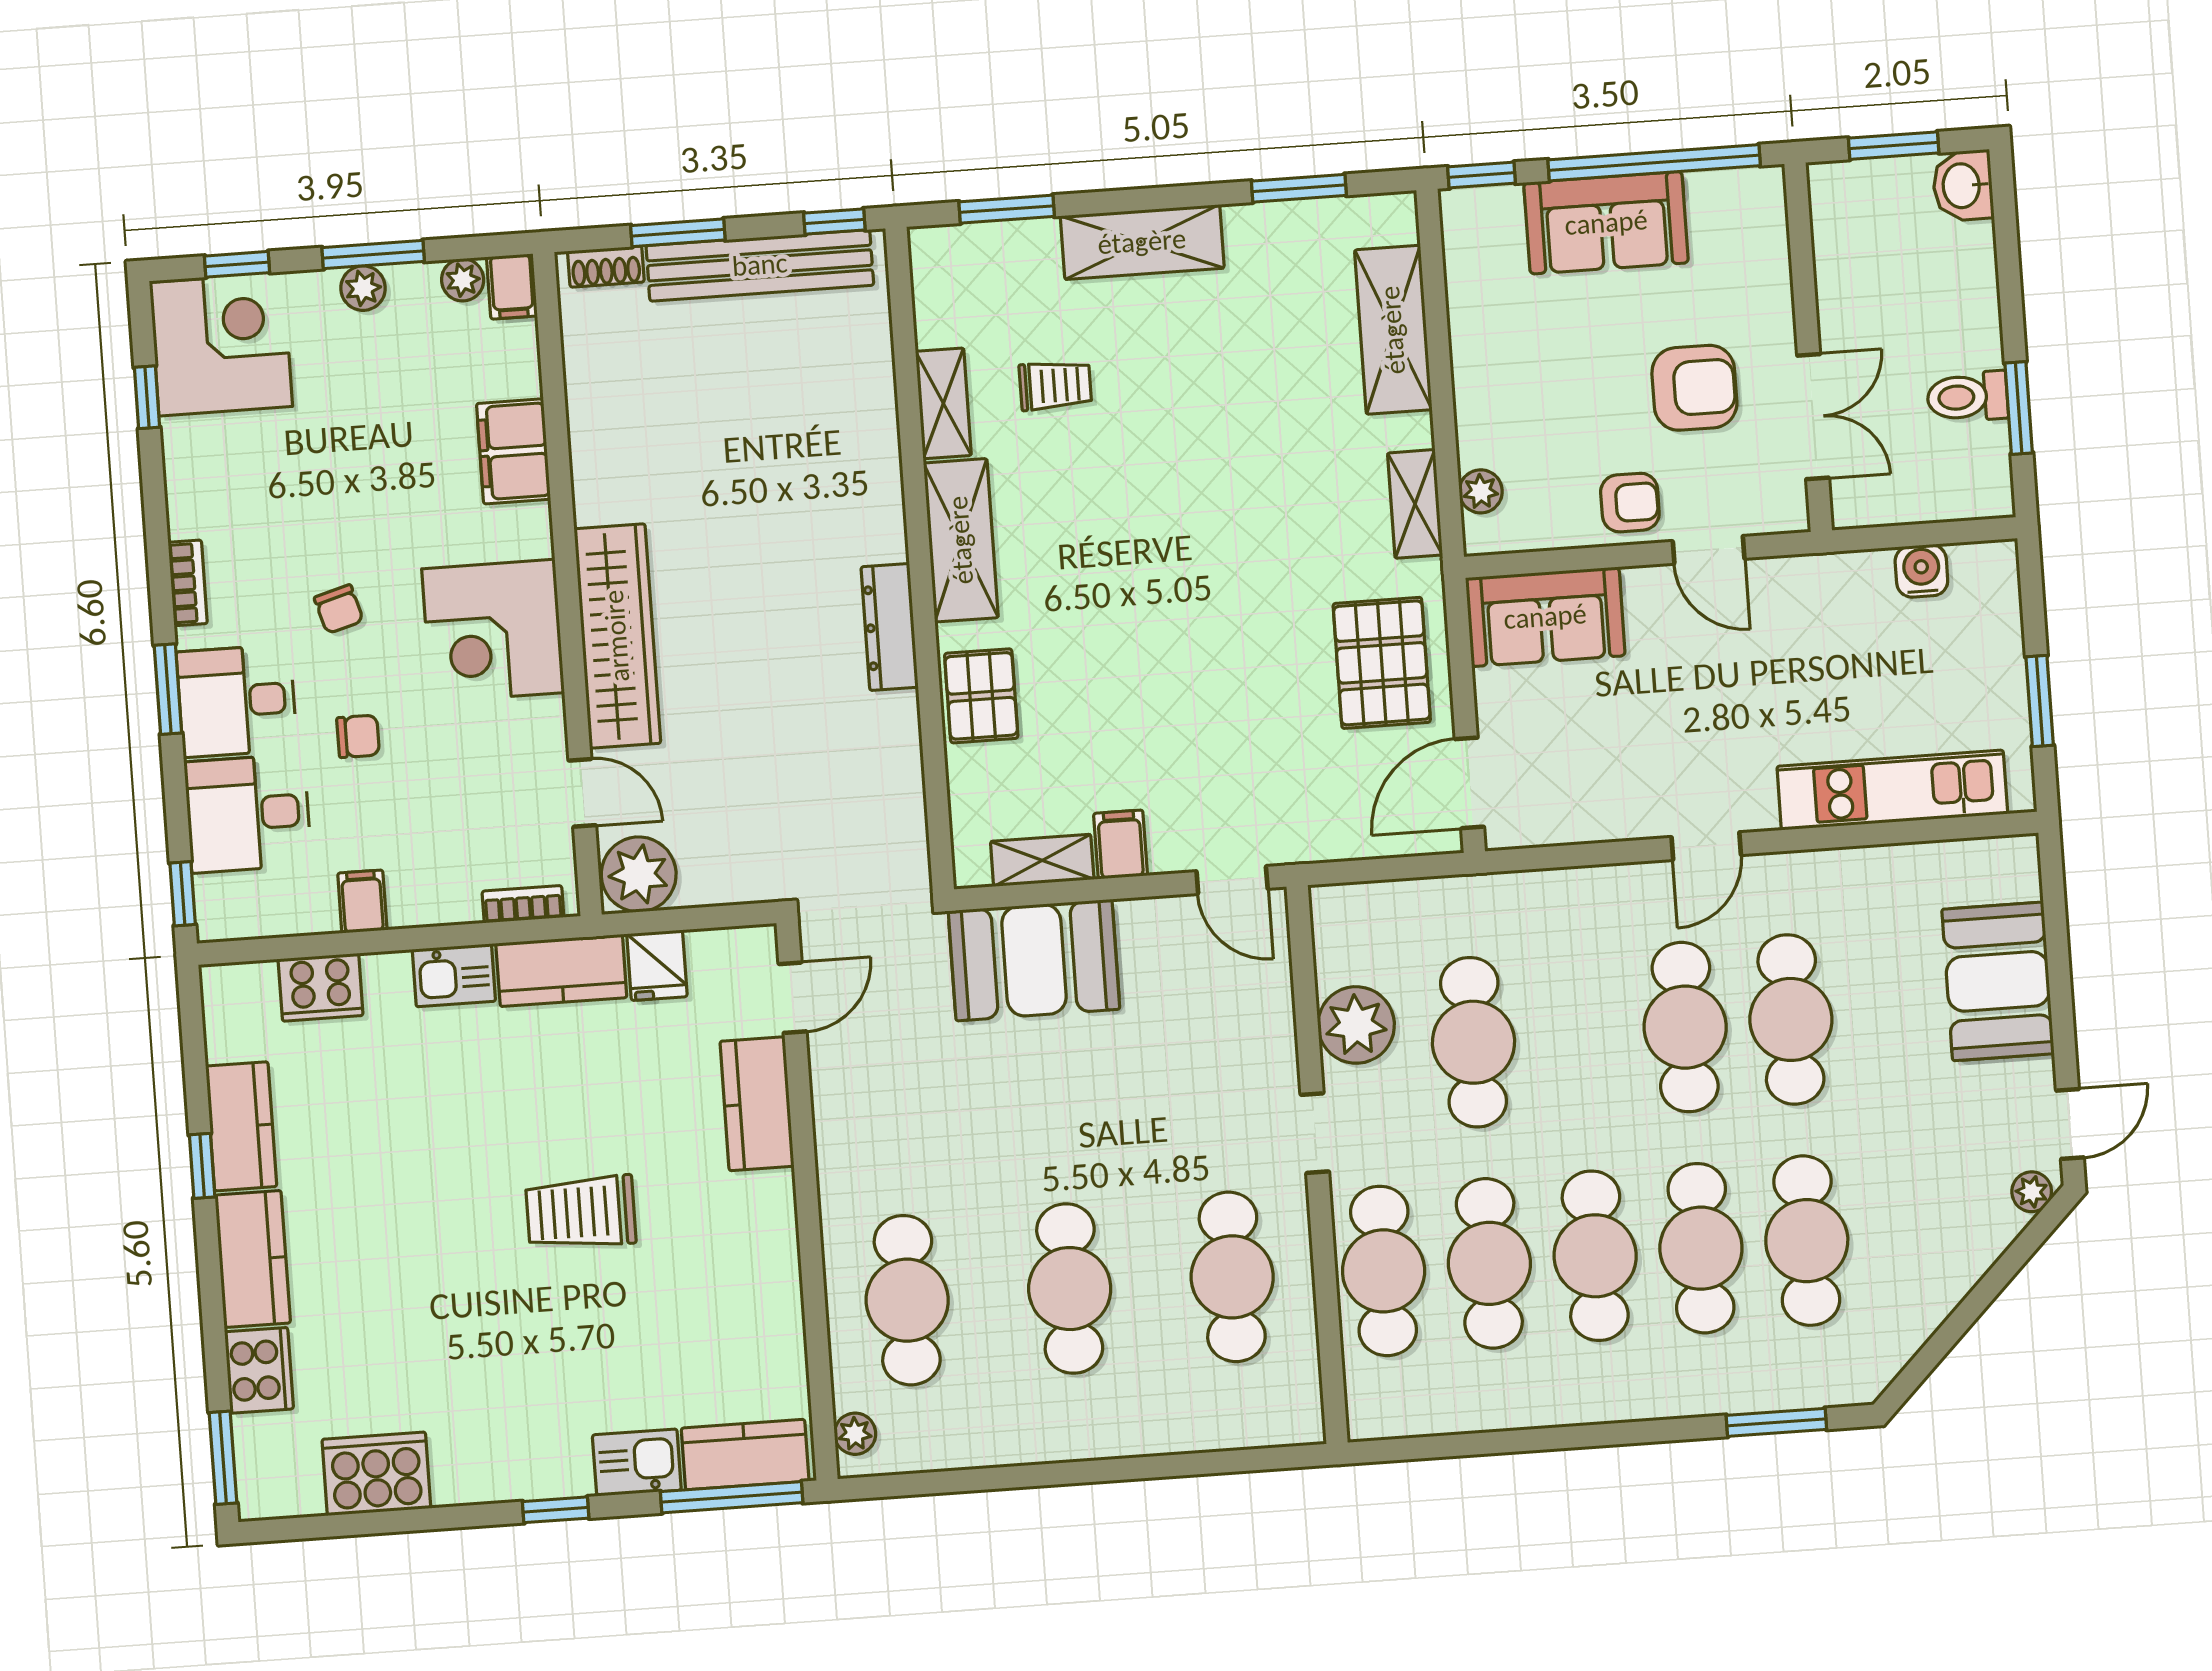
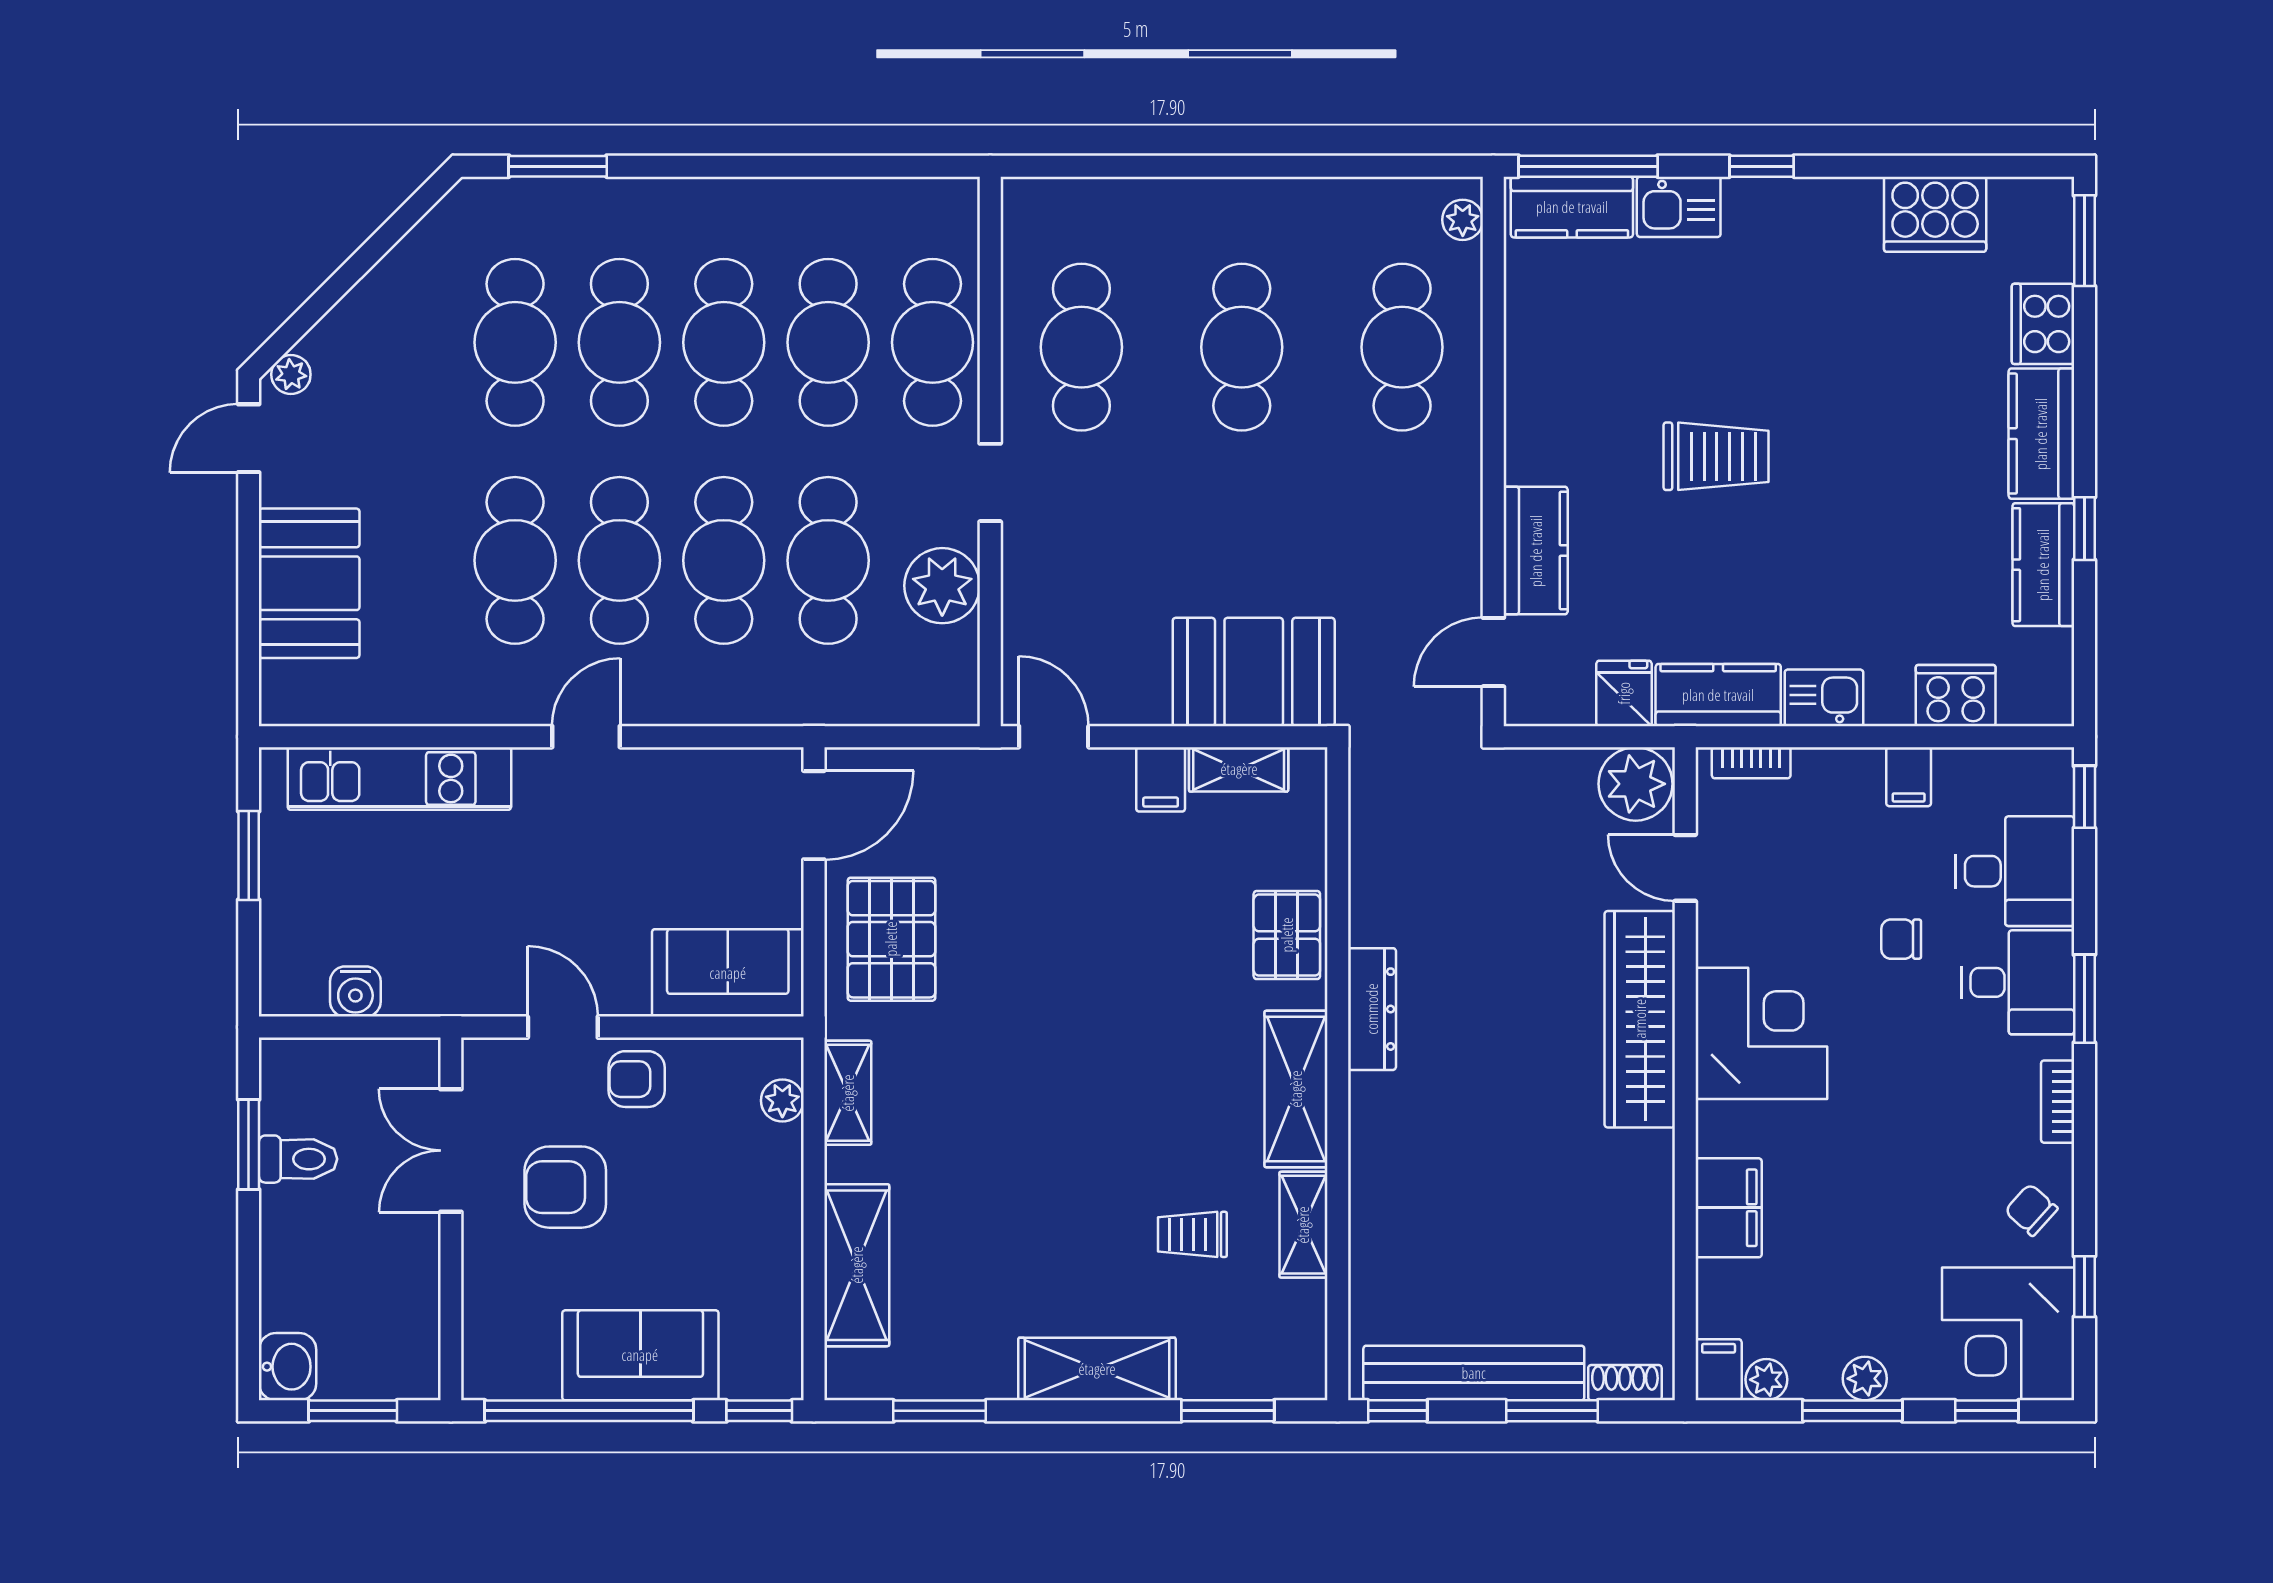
chair: (339, 609) -> (2031, 1210), moved, turned -32
cafe table: (1579, 1035) -> (724, 560), added

